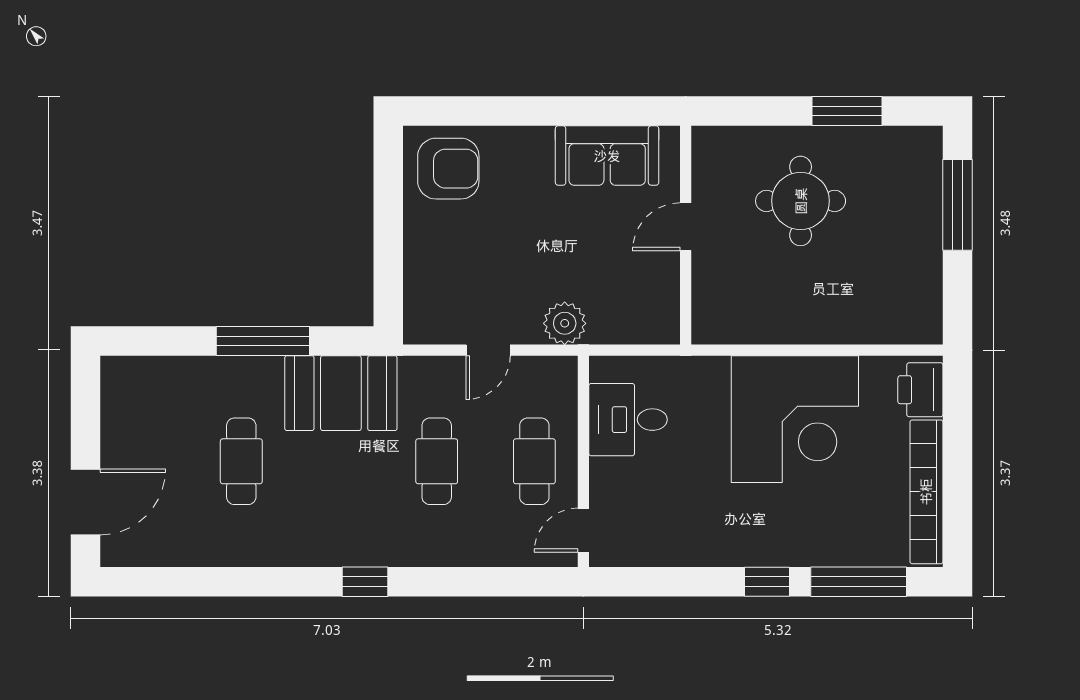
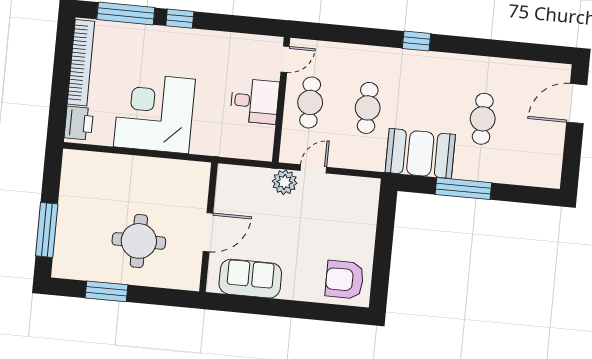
door: (686, 227) -> (208, 232), width x1.38
door: (488, 350) -> (313, 169), moved
desk: (628, 420) -> (255, 101), moved

